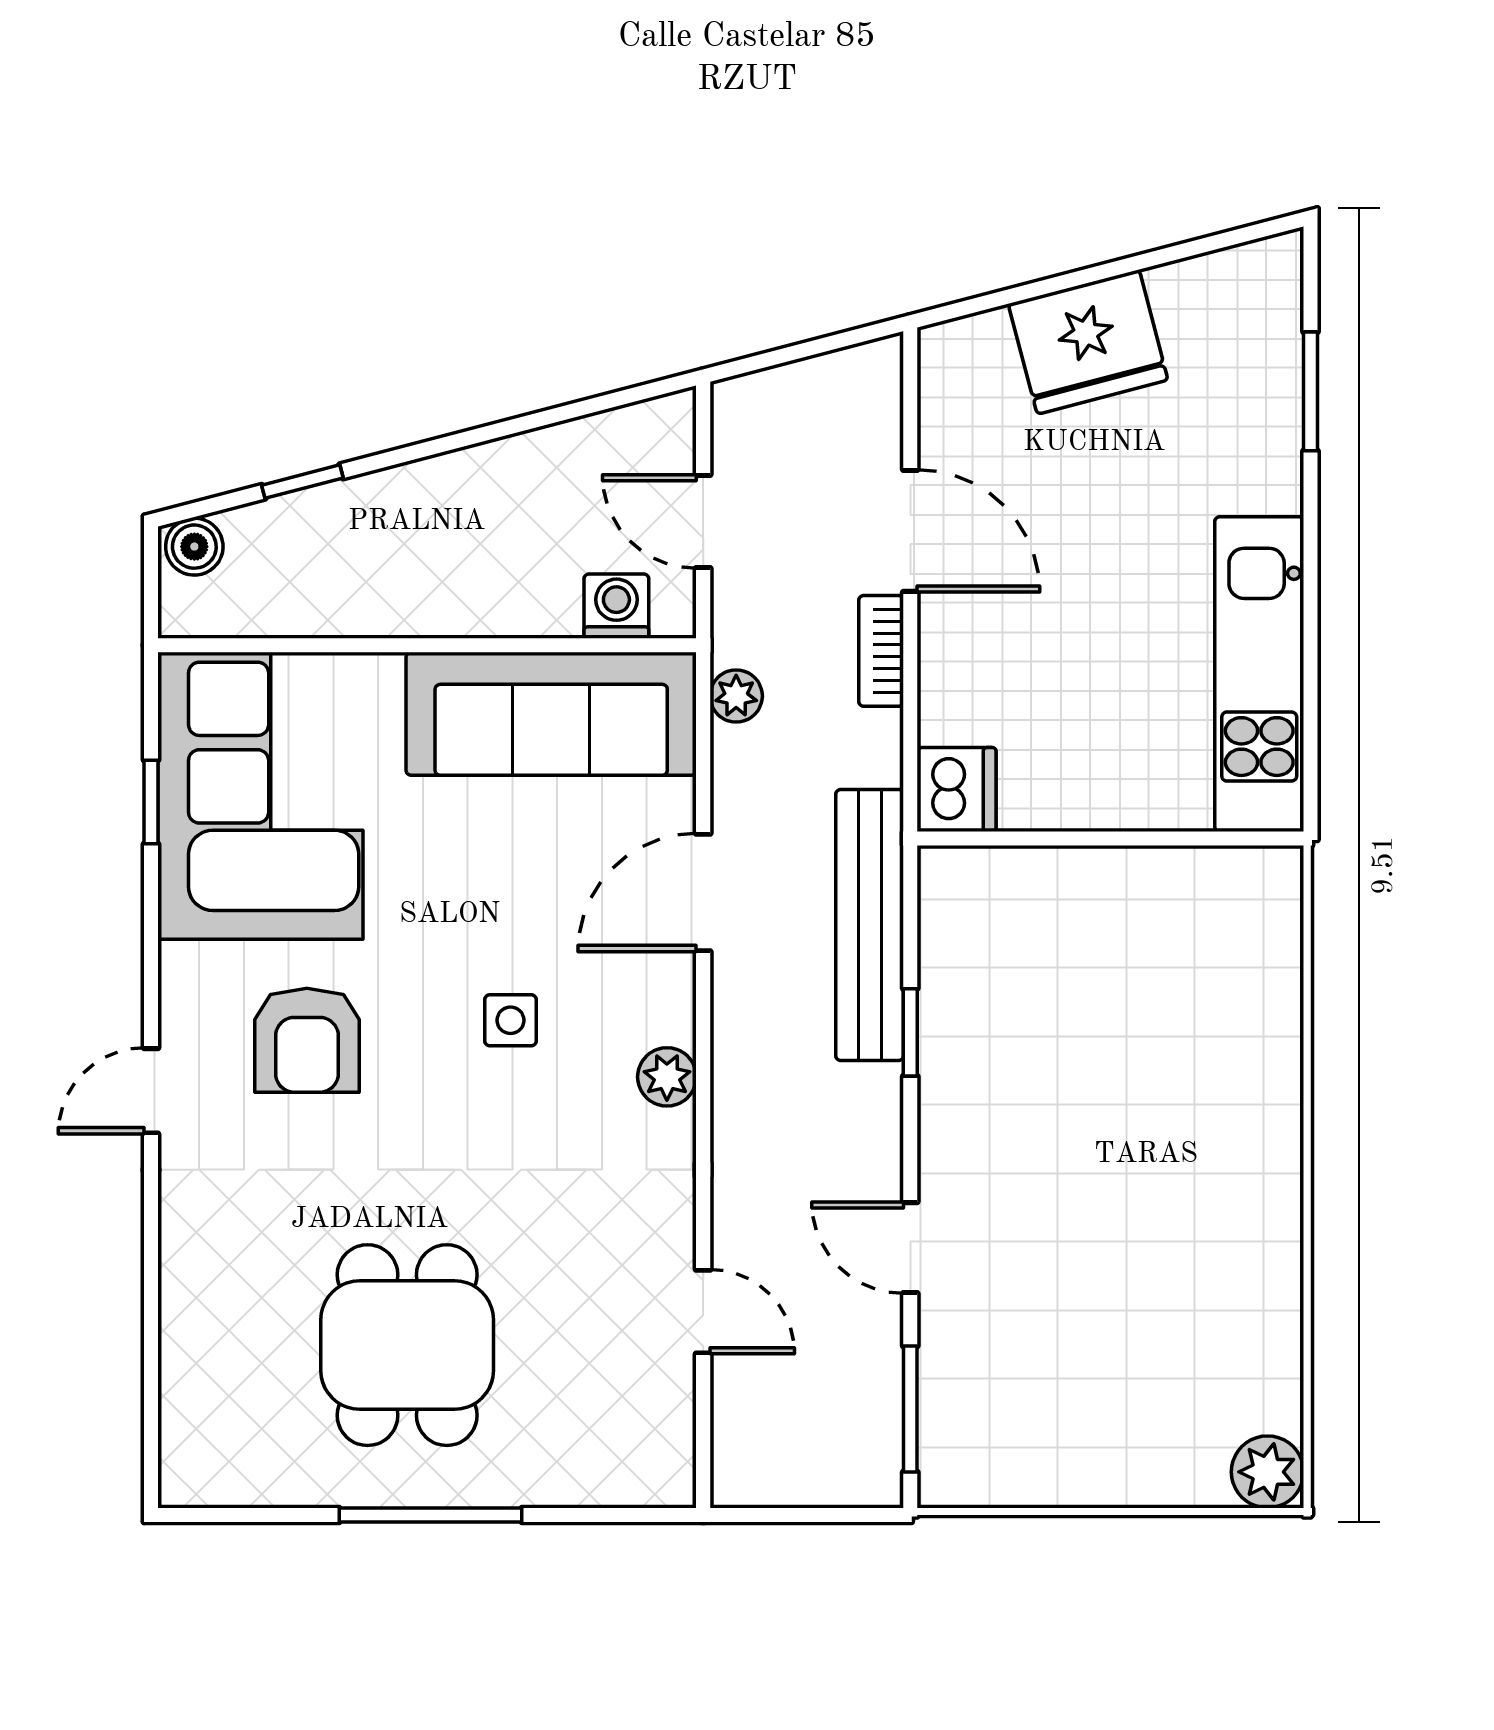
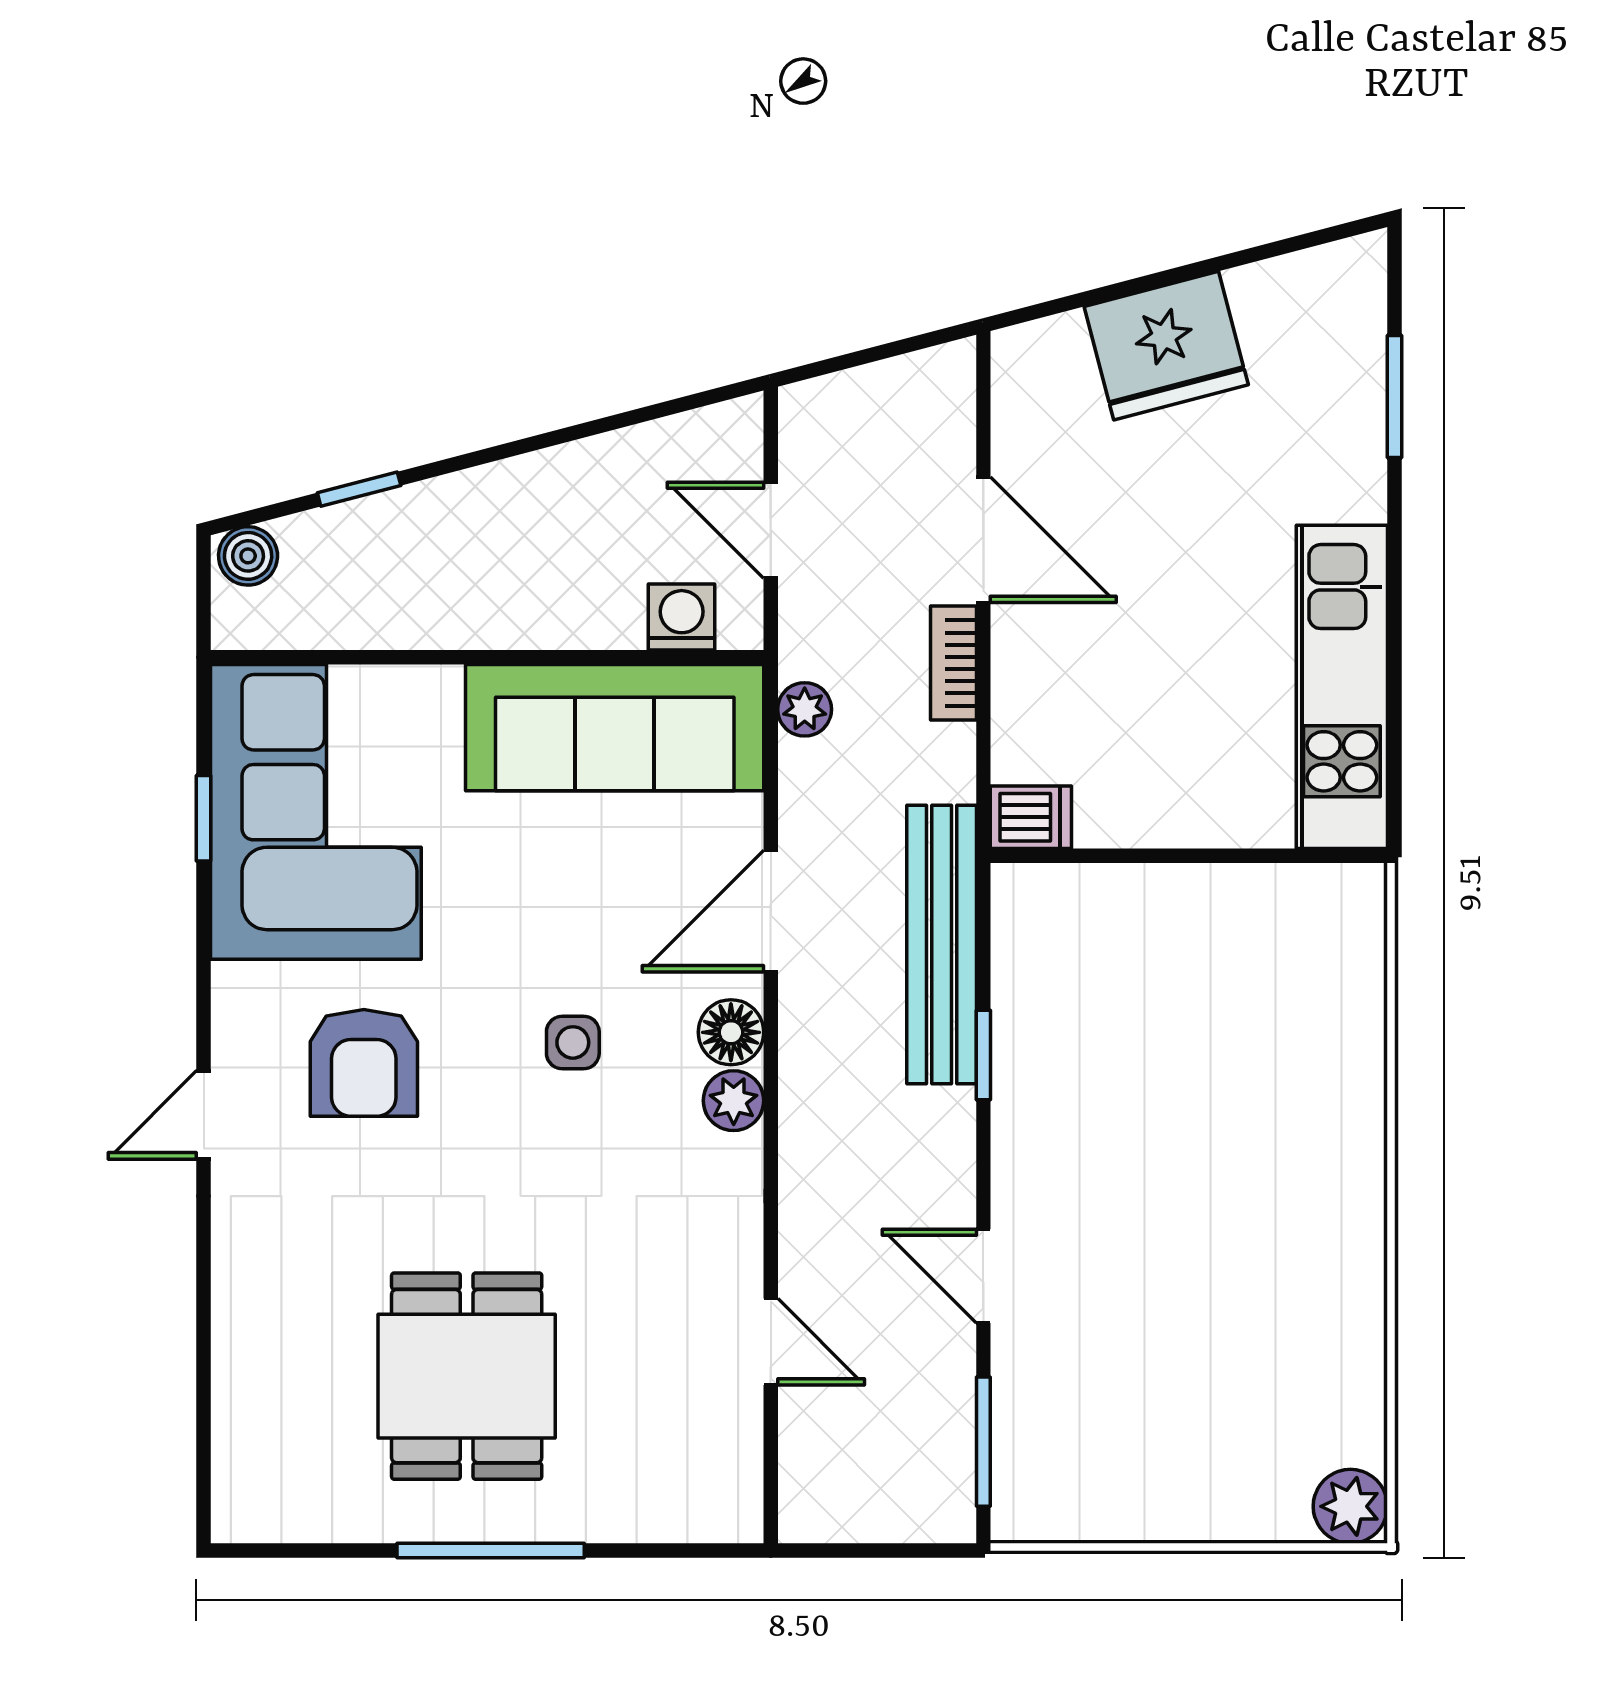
dishwasher: (957, 789) -> (1031, 817), width x0.73
floor lamp: (664, 1010) -> (731, 1032), added

